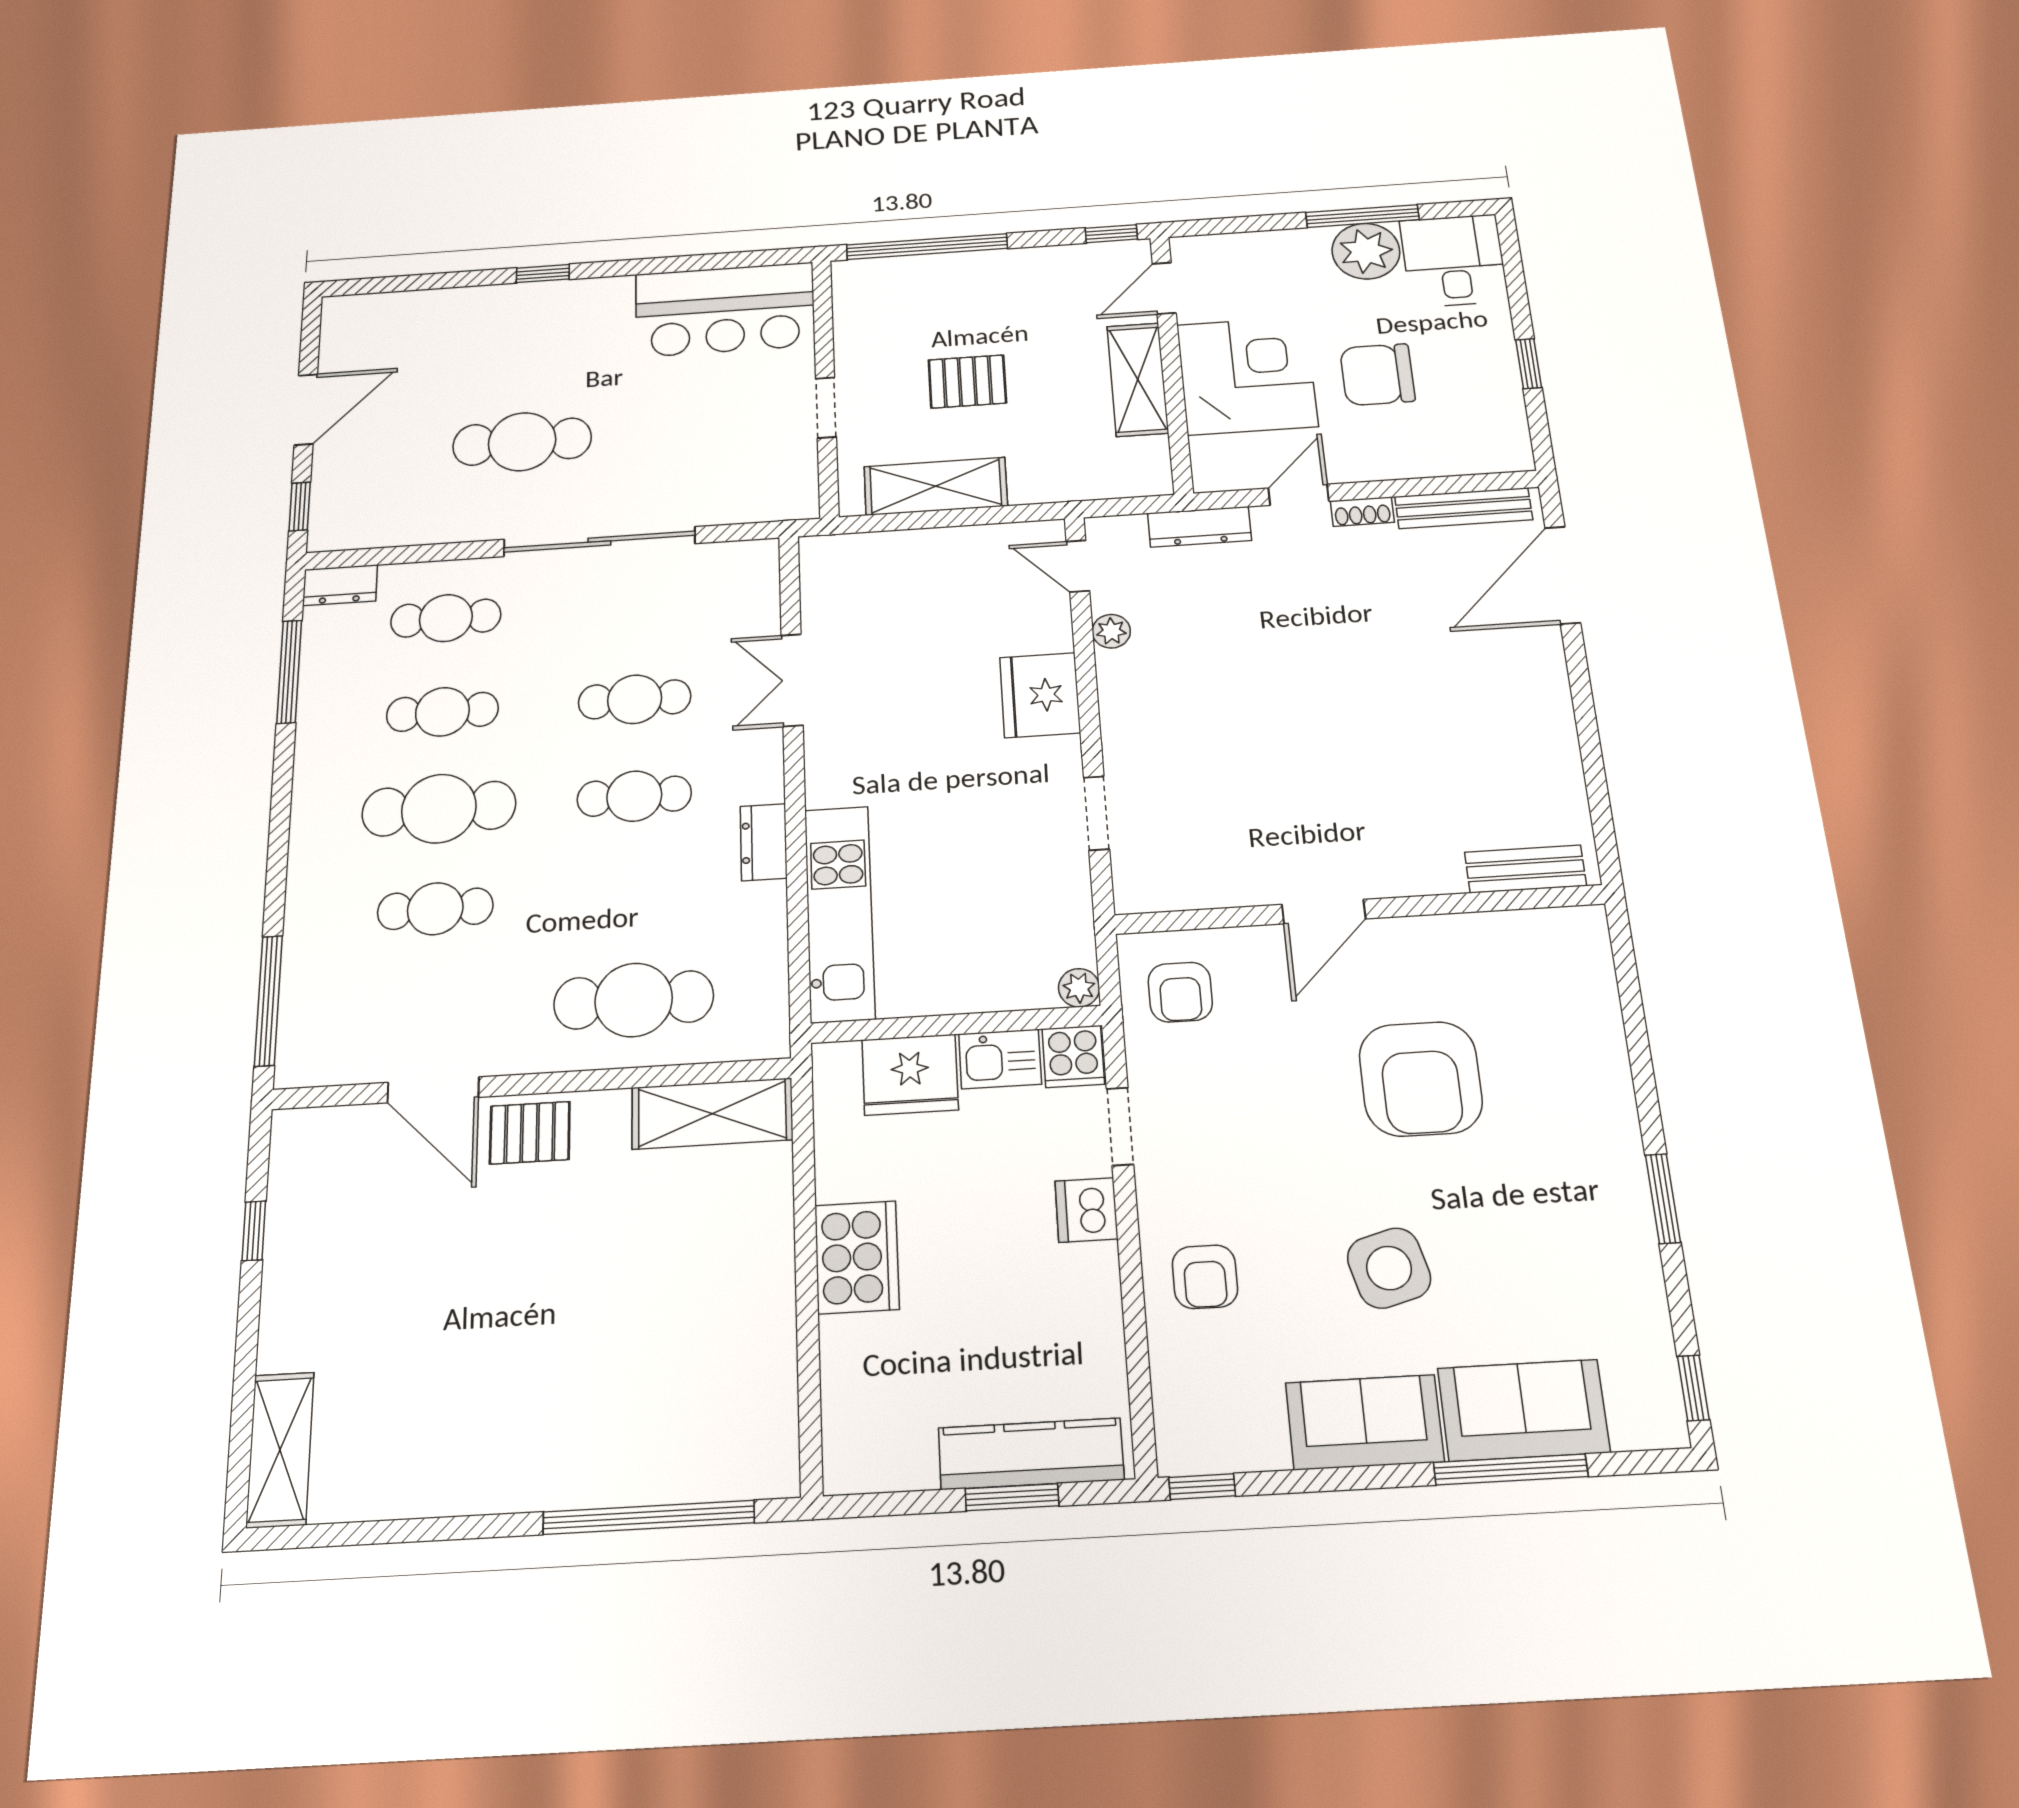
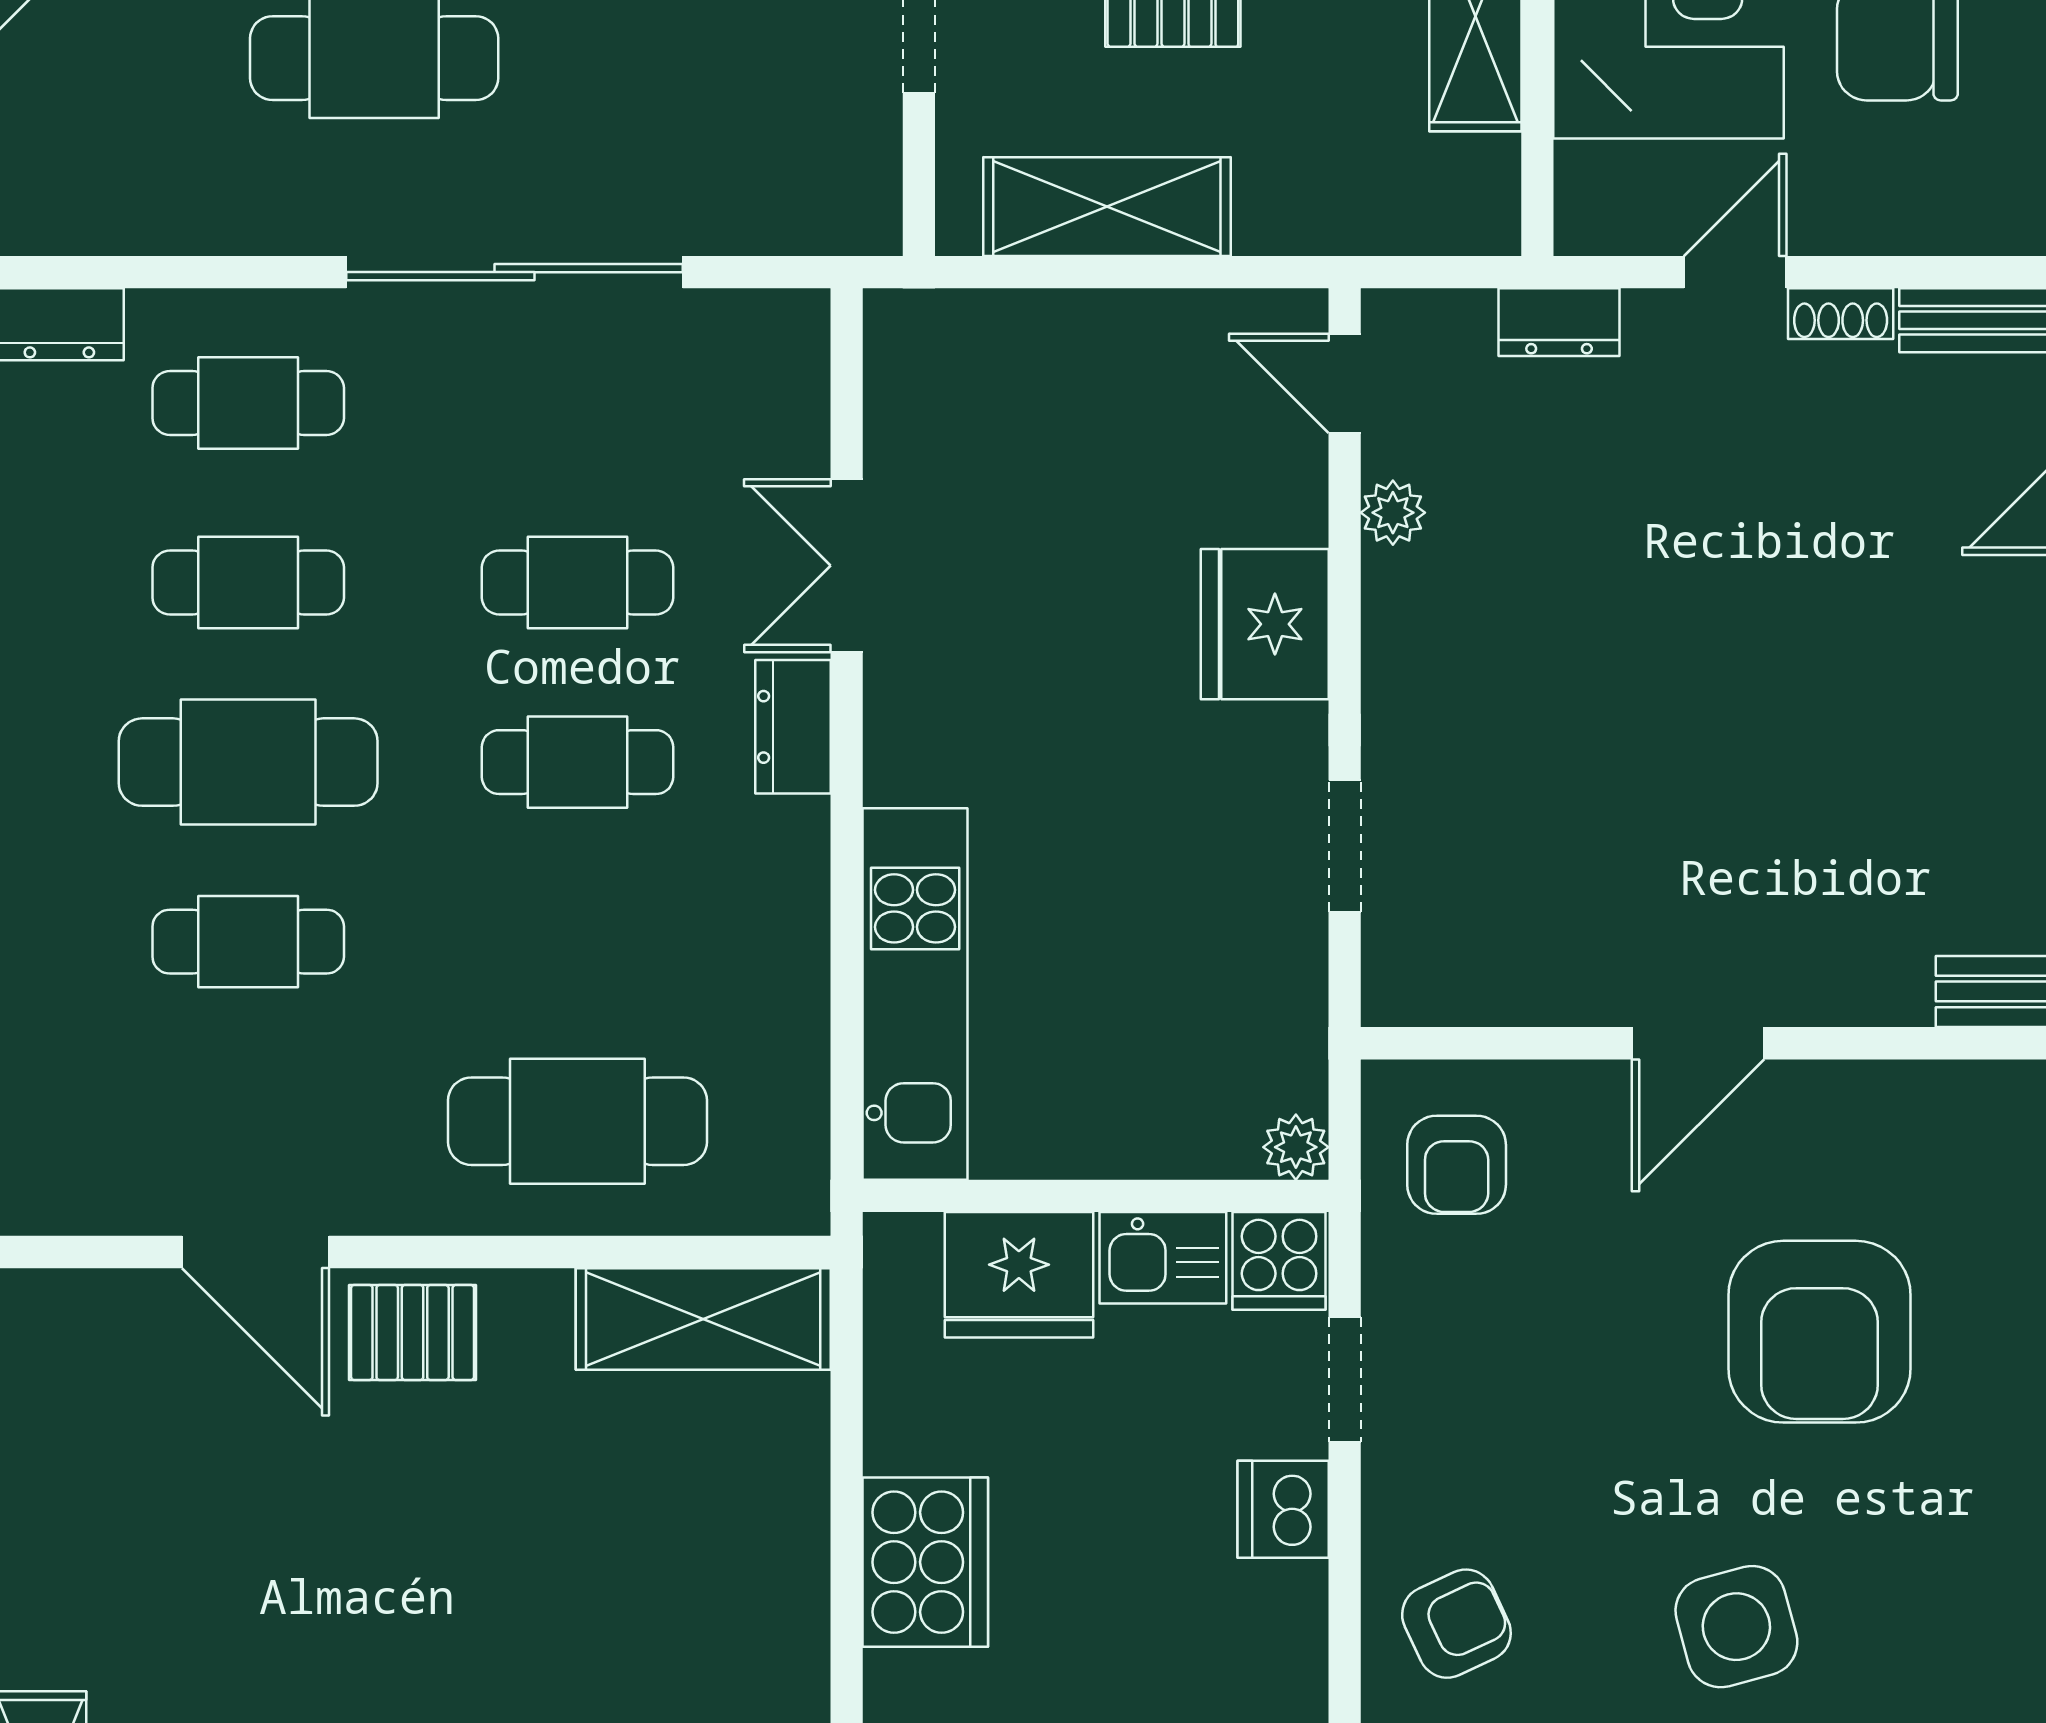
dresser: (1199, 527) -> (1559, 322), width x0.70
dresser: (764, 842) -> (793, 727), moved
armchair: (1205, 1277) -> (1456, 1624), turned -115

